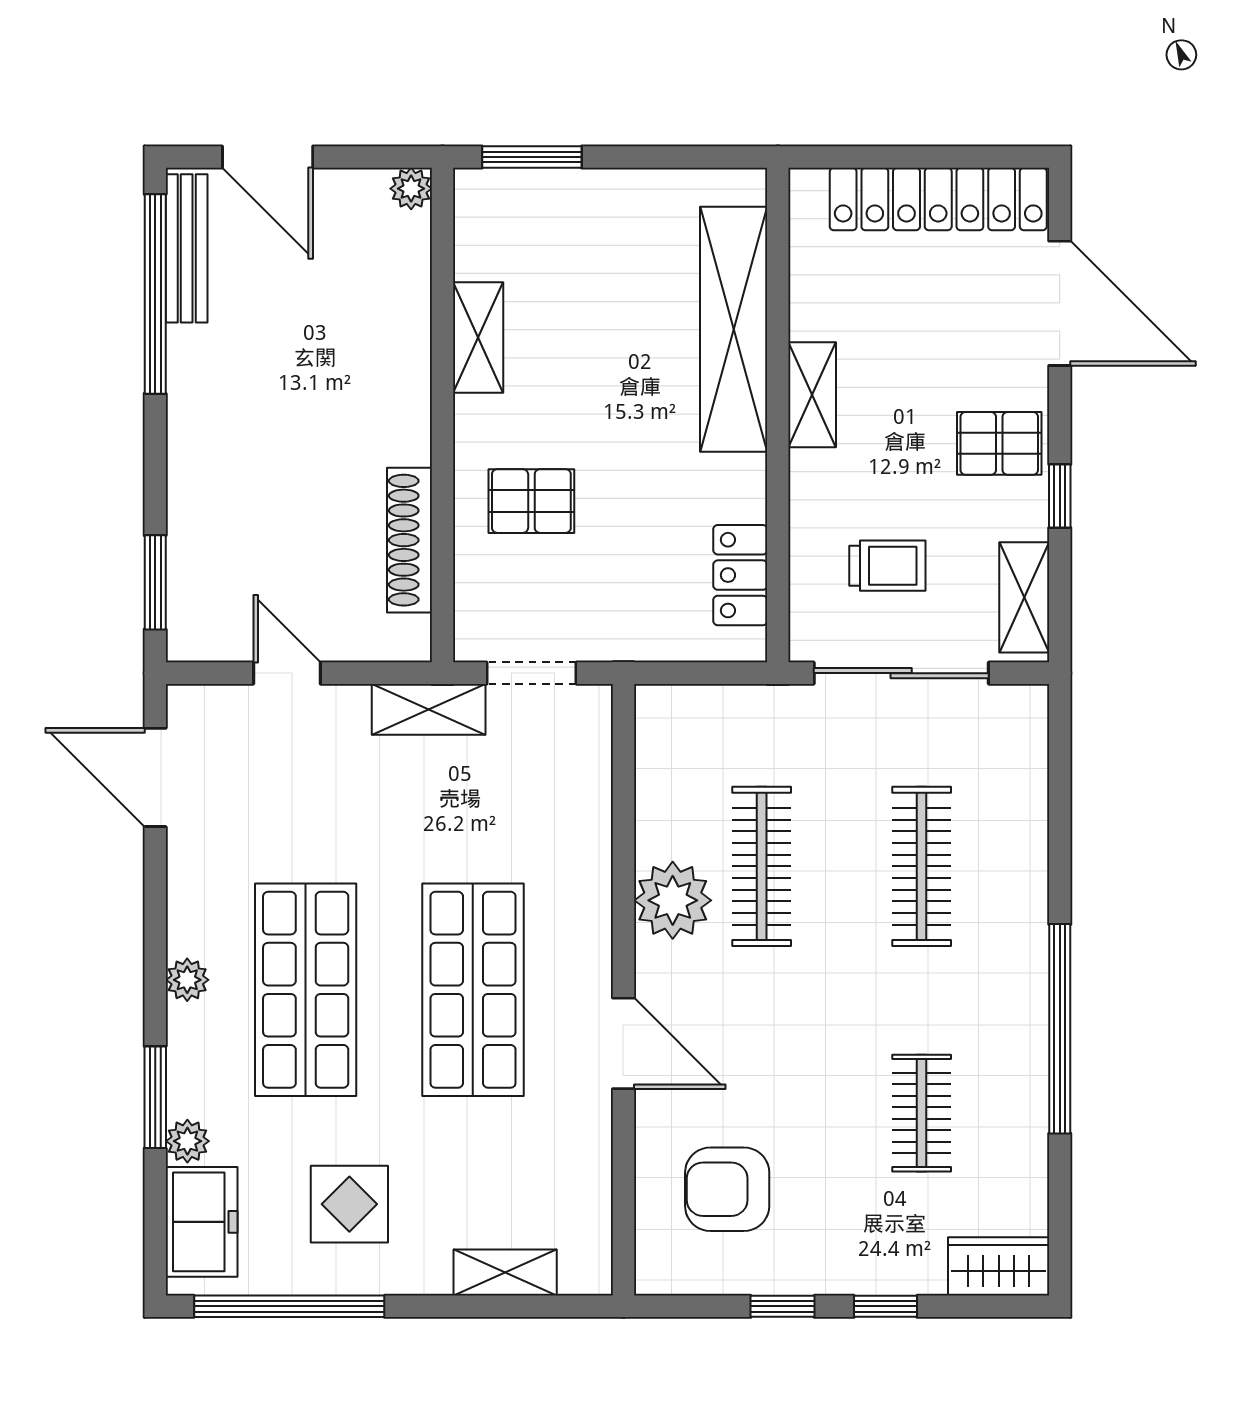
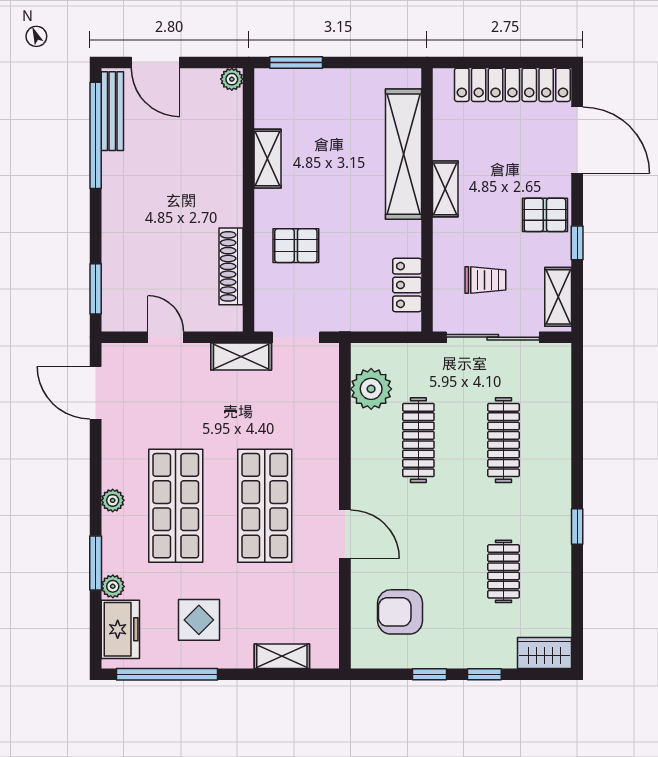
plant: (673, 900) -> (371, 389), moved
window: (1060, 1029) -> (577, 527), width x0.32

